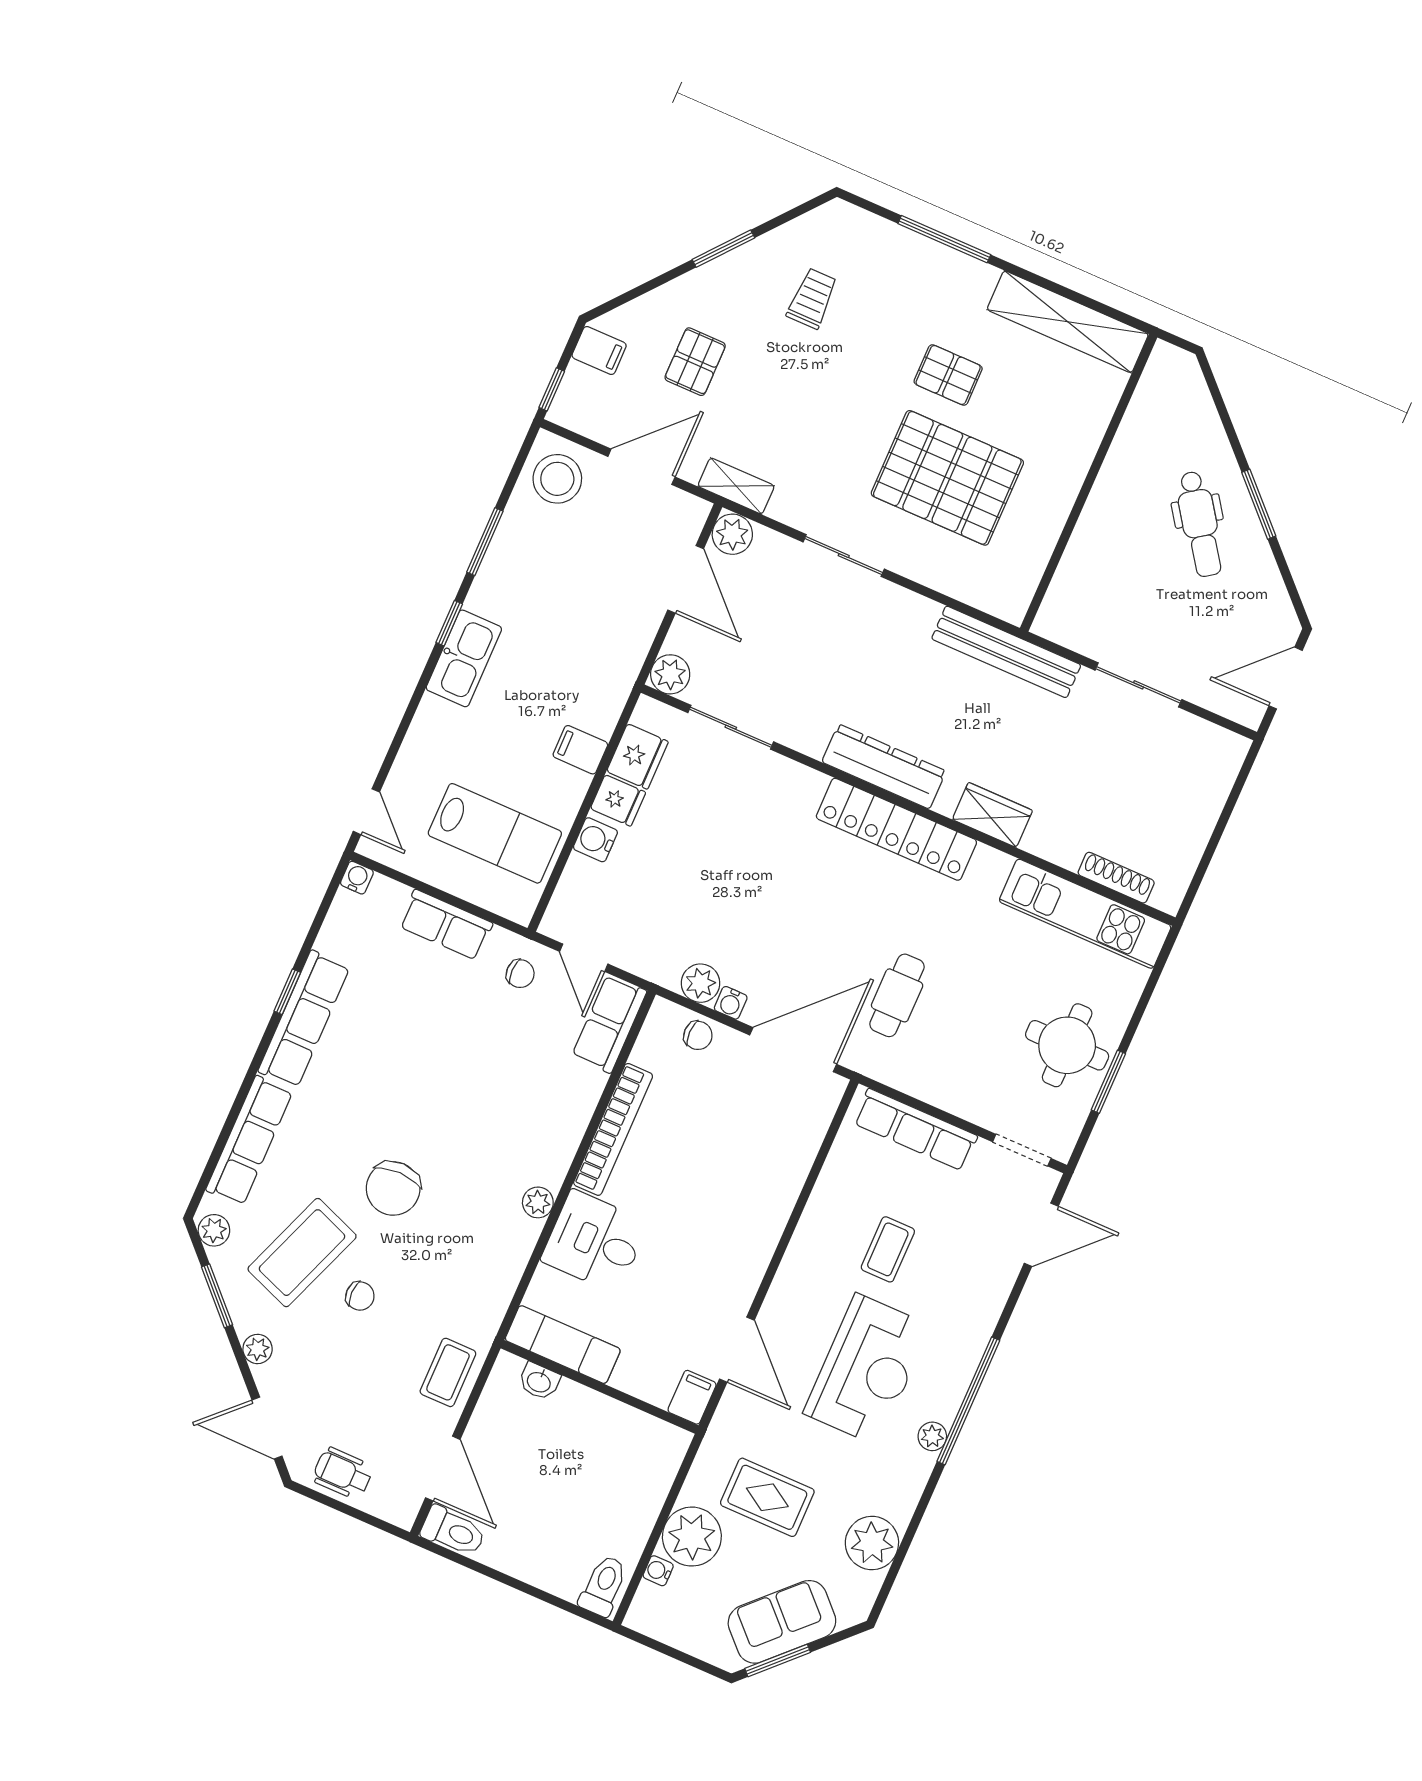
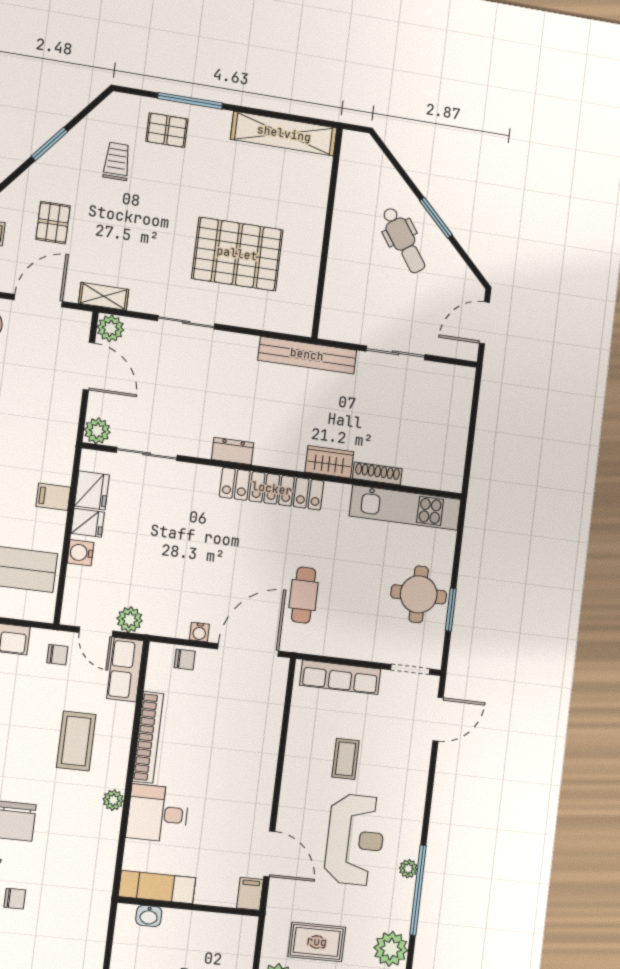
pallet: (948, 375) -> (167, 130), moved
dresser: (884, 767) -> (233, 451), width x0.51, depth x0.80
shoe rack: (1116, 878) -> (377, 474), moved
plant: (700, 983) -> (130, 620), moved
coffee table: (448, 1372) -> (76, 741), moved, width x1.36, depth x1.30
window: (968, 1401) -> (418, 890), moved

